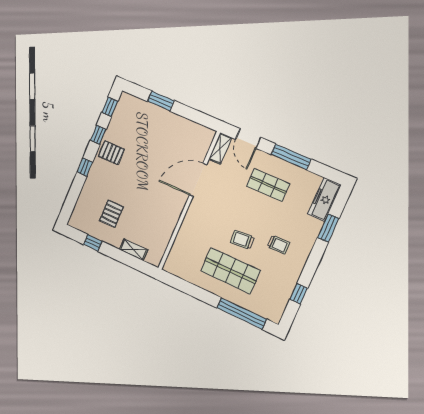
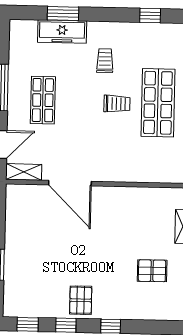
freezer: (324, 199) -> (62, 32), moved
trolley: (242, 240) -> (117, 104), turned -85

